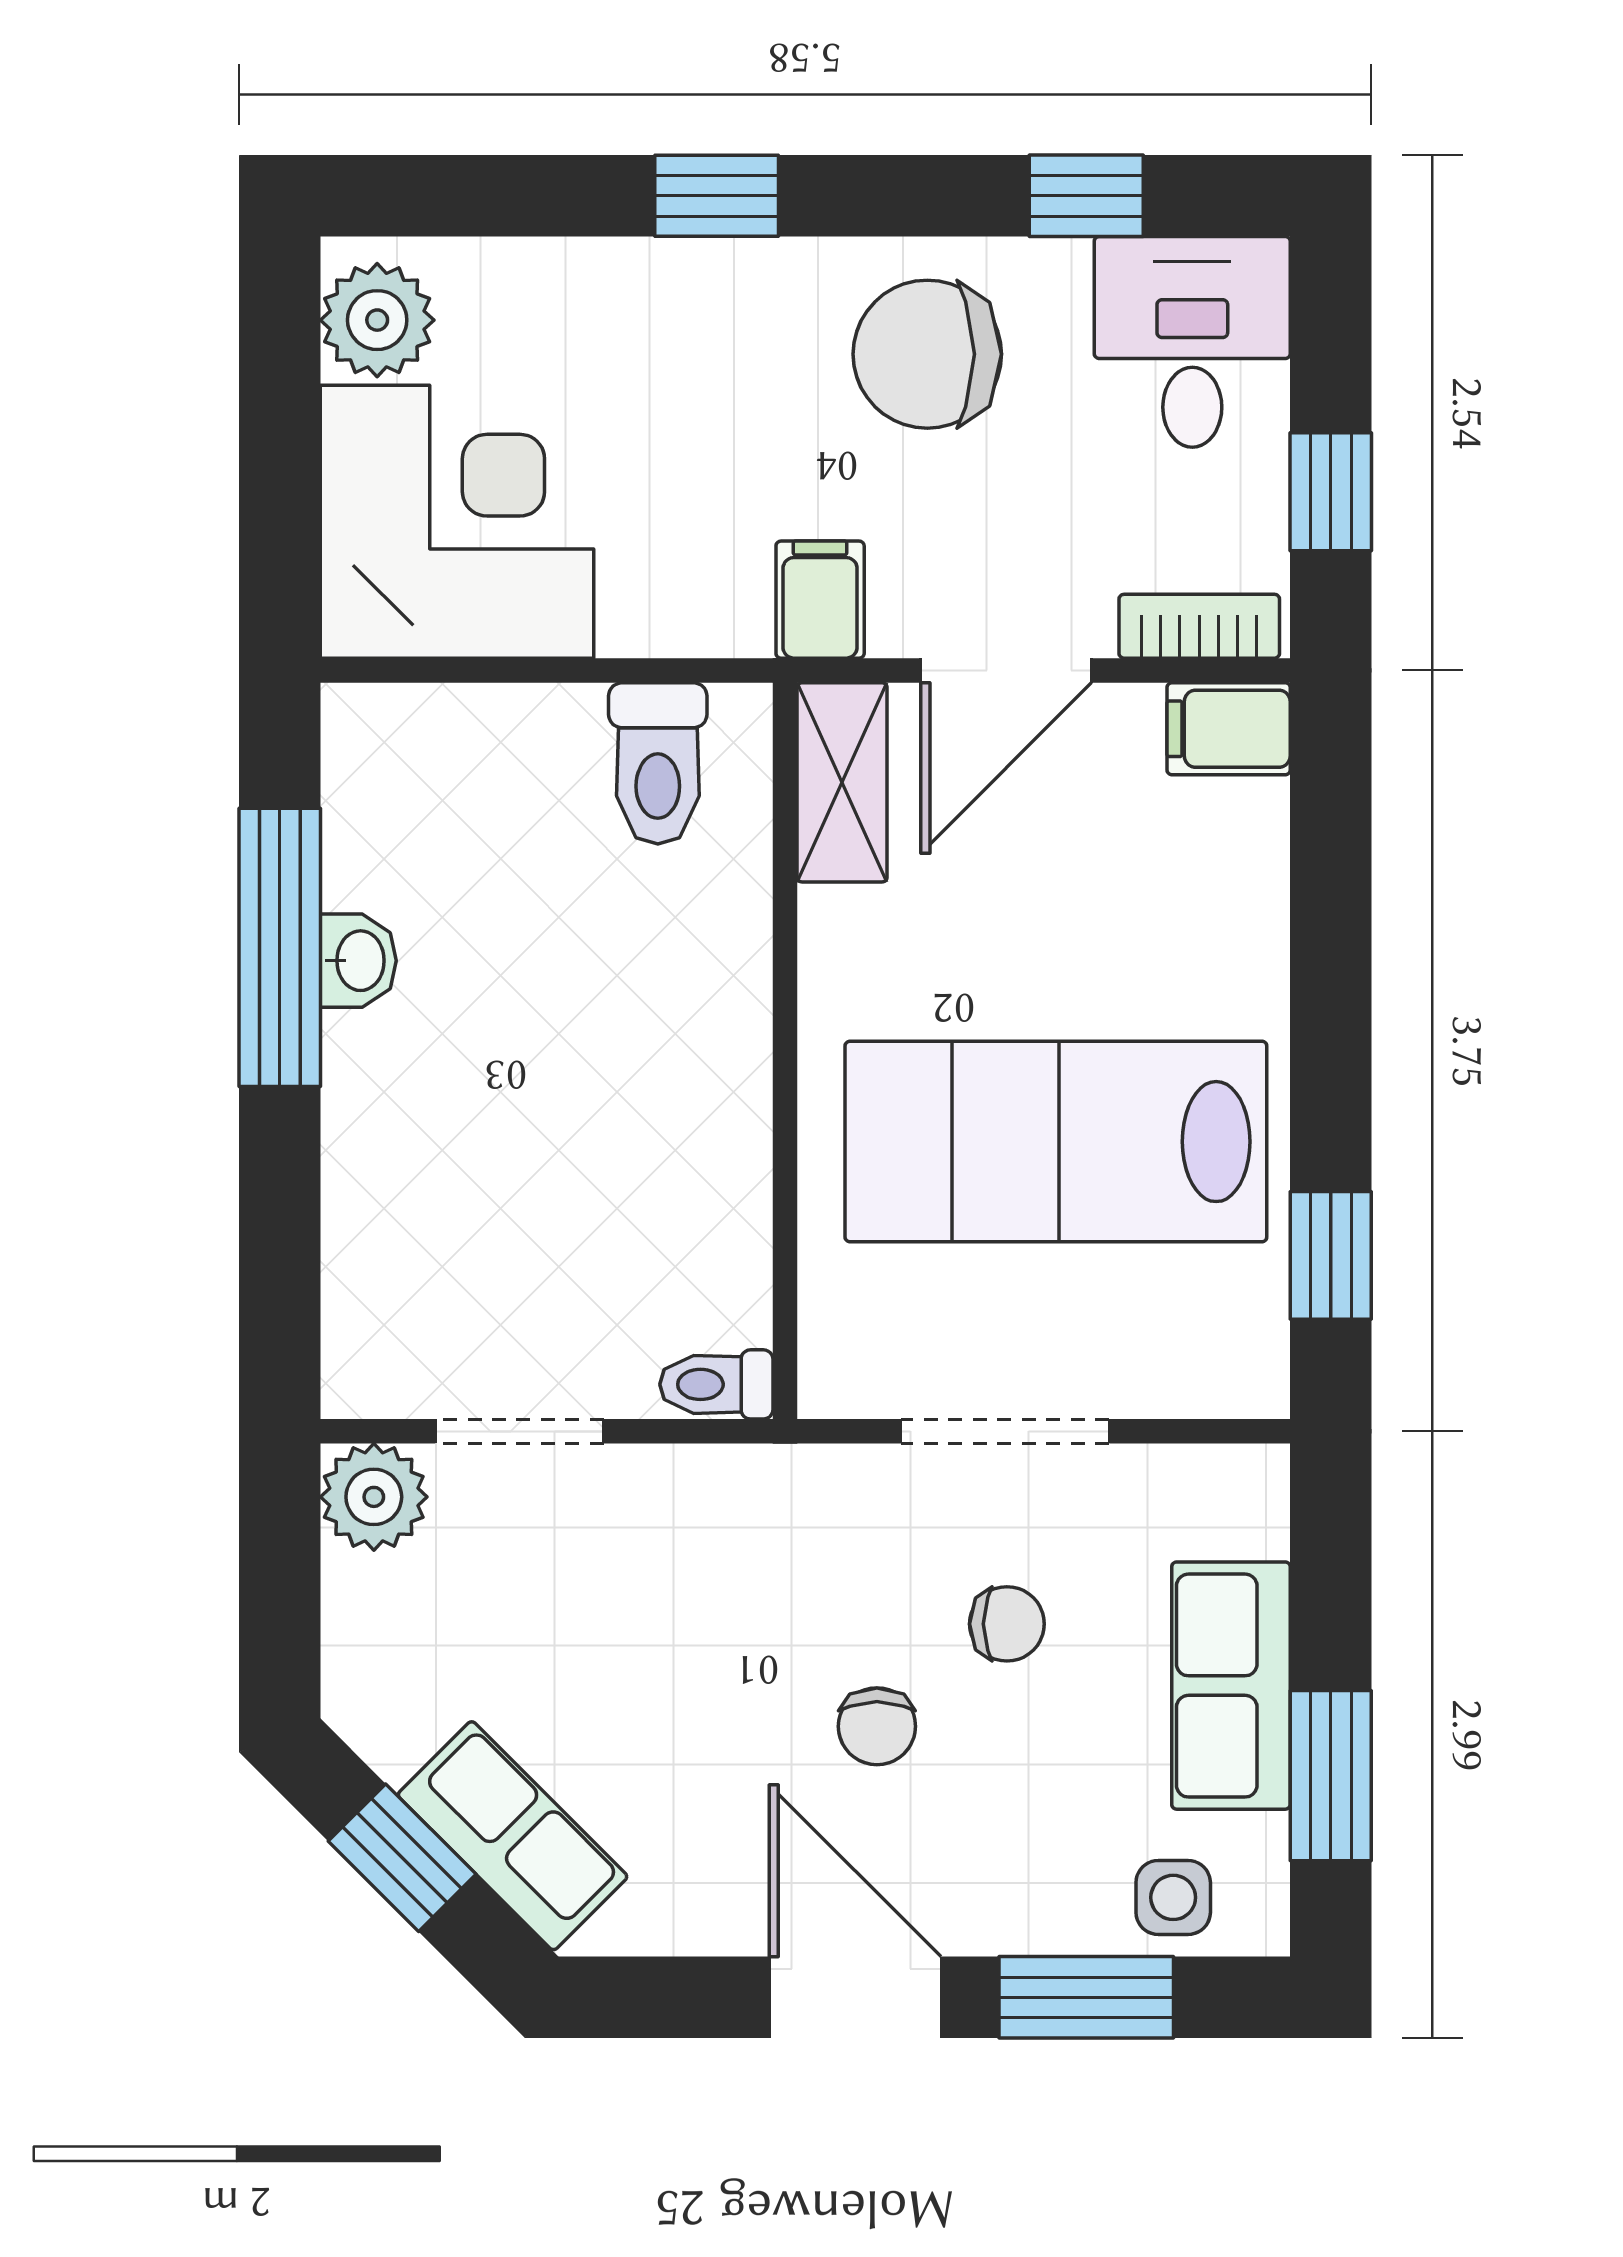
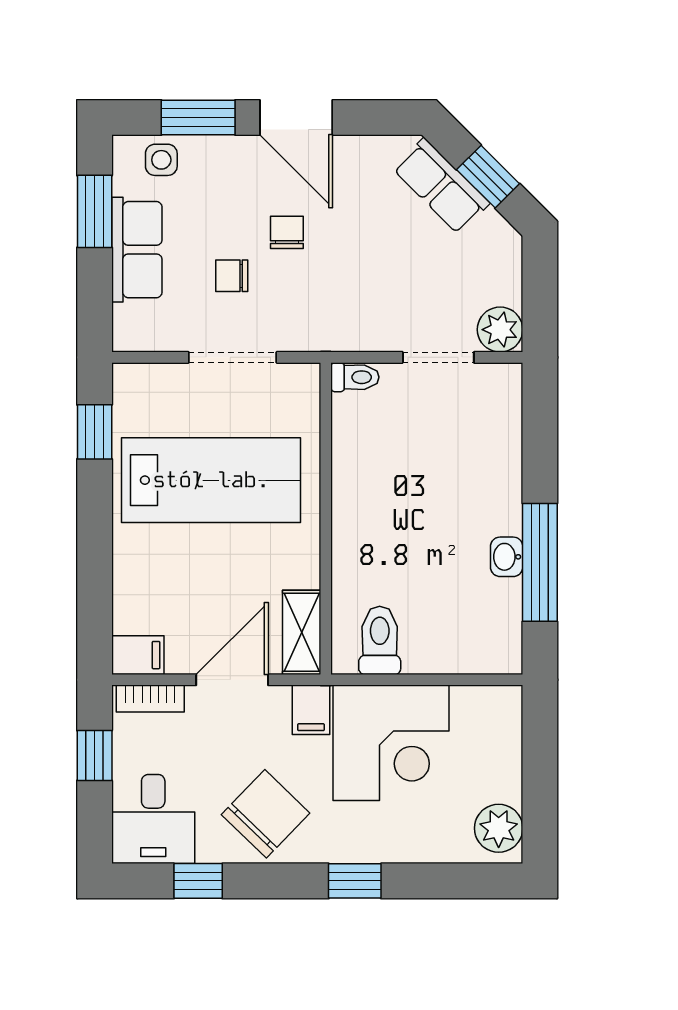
chair: (927, 354) -> (266, 814), turned -46
corner desk: (457, 522) -> (391, 743), moved, turned -90

